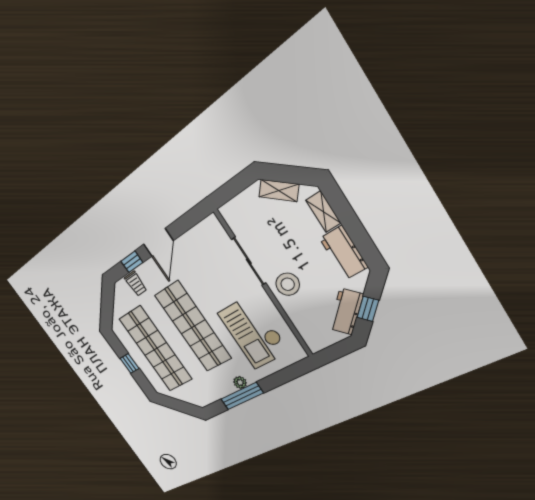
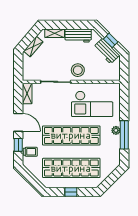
shelving: (204, 229) -> (27, 93), added

